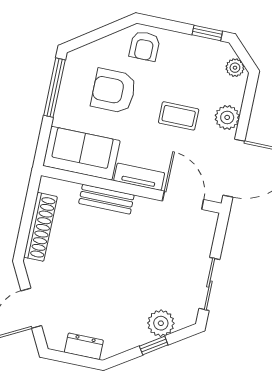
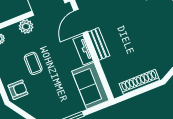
armchair: (114, 91) -> (50, 90), removed
coffee table: (179, 116) -> (33, 63), moved
bench: (106, 199) -> (99, 44), moved

